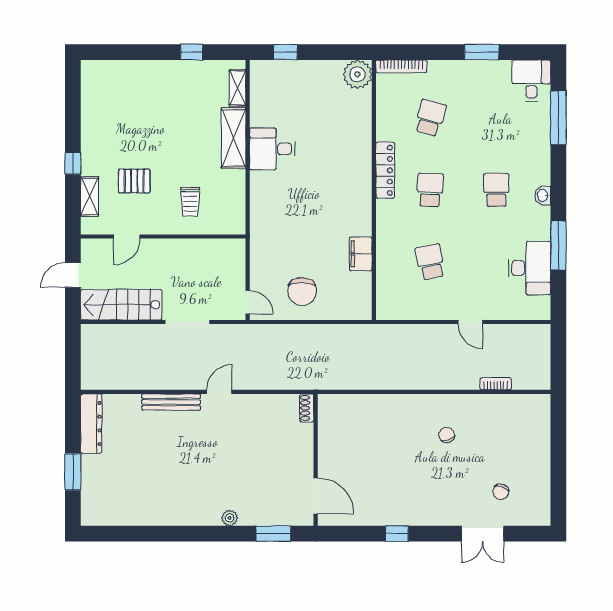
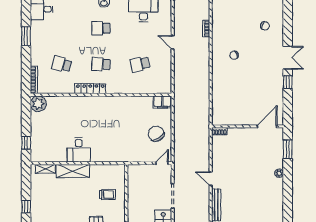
window: (192, 52) -> (26, 207), moved
filing cabinet: (361, 254) -> (162, 102), moved
chair: (302, 292) -> (156, 134), turned -120
door: (470, 322) -> (173, 42), swing flipped
double door: (482, 534) -> (288, 58), moved

